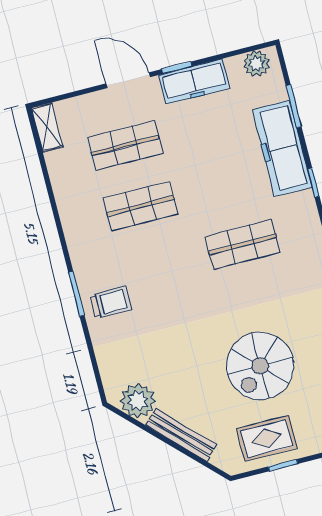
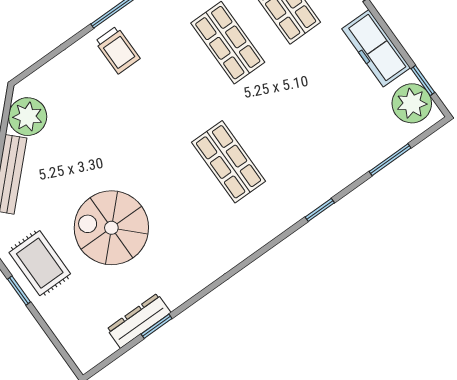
plant: (256, 63) -> (412, 103), width x1.36, depth x1.36
window: (177, 68) -> (423, 81), moved
freezer: (282, 148) -> (343, 164), removed

